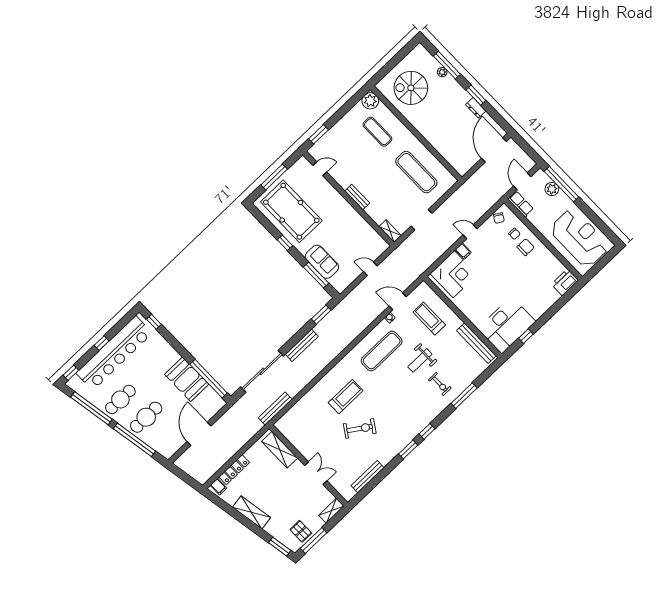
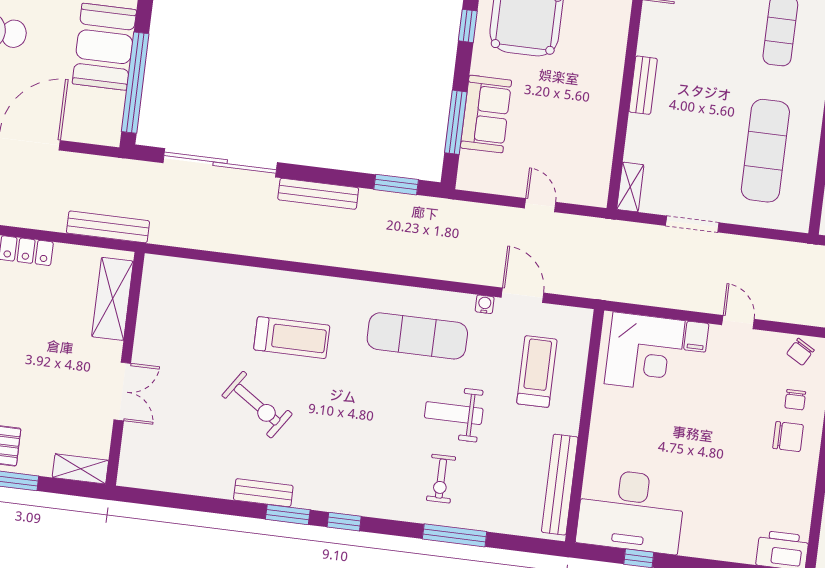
bench: (275, 409) -> (108, 227), moved
bench: (368, 477) -> (263, 493), moved, width x0.73

